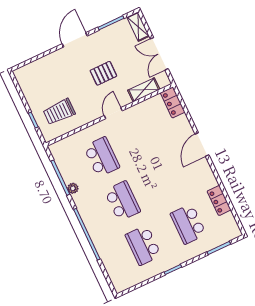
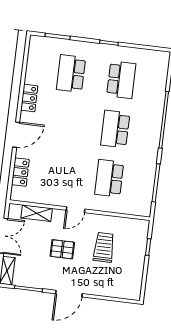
locker: (173, 102) -> (20, 172), moved
trolley: (59, 112) -> (104, 247), moved, turned -90
plant: (73, 188) -> (151, 167), removed
locker: (219, 201) -> (29, 98), moved
school desk: (188, 224) -> (71, 74), turned 180

